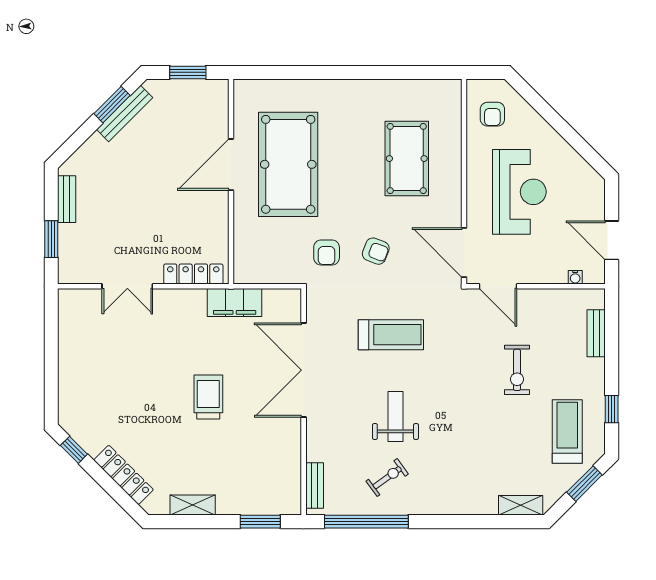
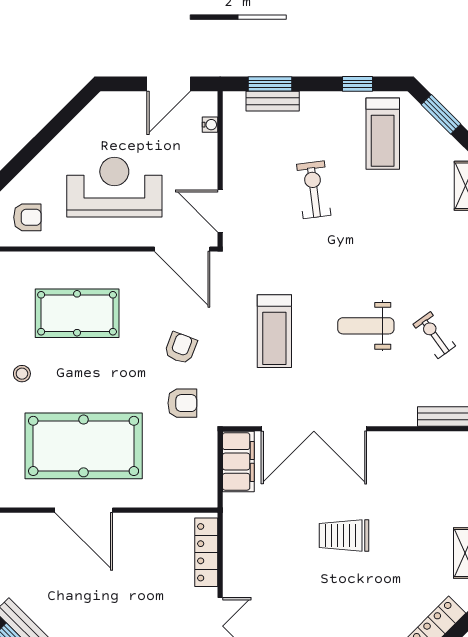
stool: (353, 109) -> (22, 374), added
door: (464, 252) -> (182, 249), hinge flipped
door: (498, 286) -> (220, 211), swing flipped
filing cabinet: (235, 303) -> (238, 461), moved
window: (612, 331) -> (270, 84), added
treadmill: (391, 335) -> (274, 331), turned 180
exercise bike: (517, 370) -> (314, 190), turned -97
treadmill: (567, 431) -> (383, 134), turned -90

